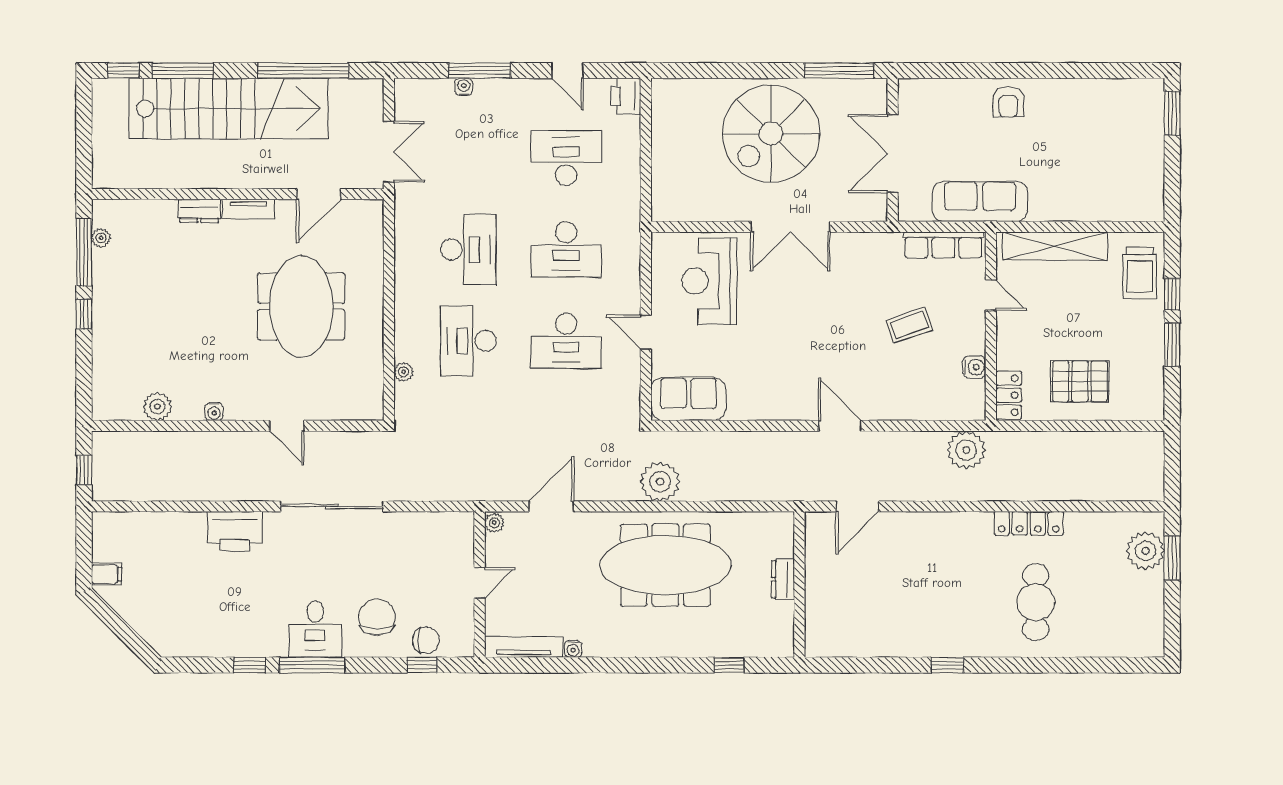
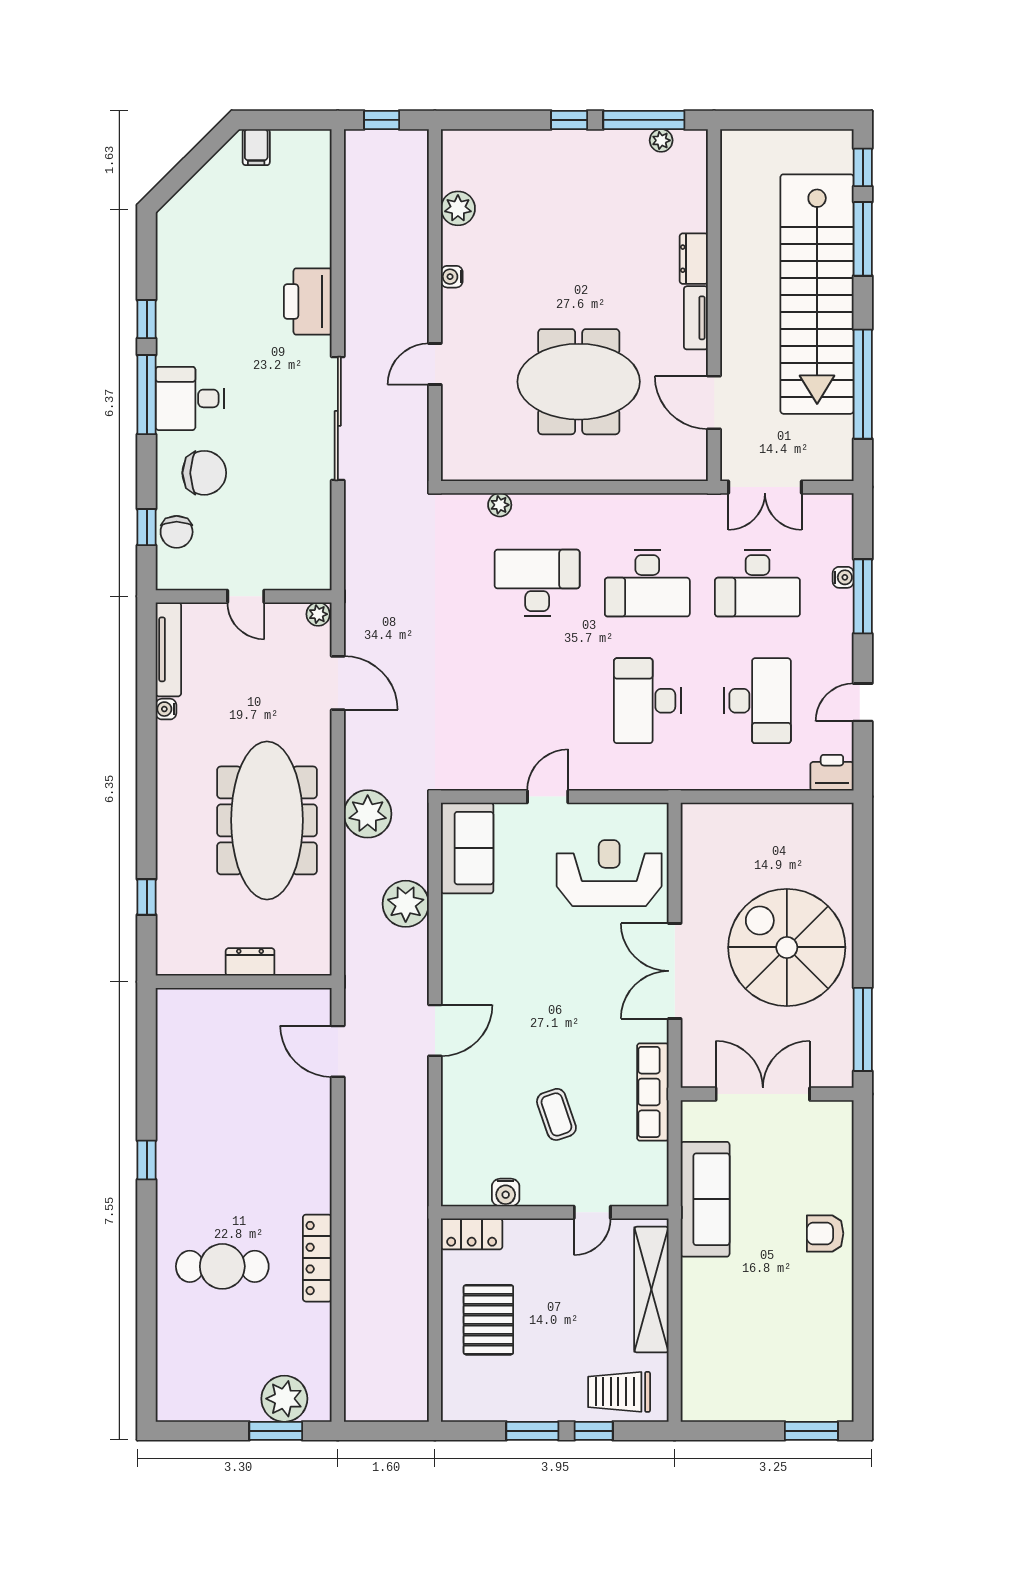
row of seats: (943, 245) -> (653, 1092), moved
desk: (566, 341) -> (757, 583), moved, turned -90
plant: (966, 450) -> (406, 904), moved

